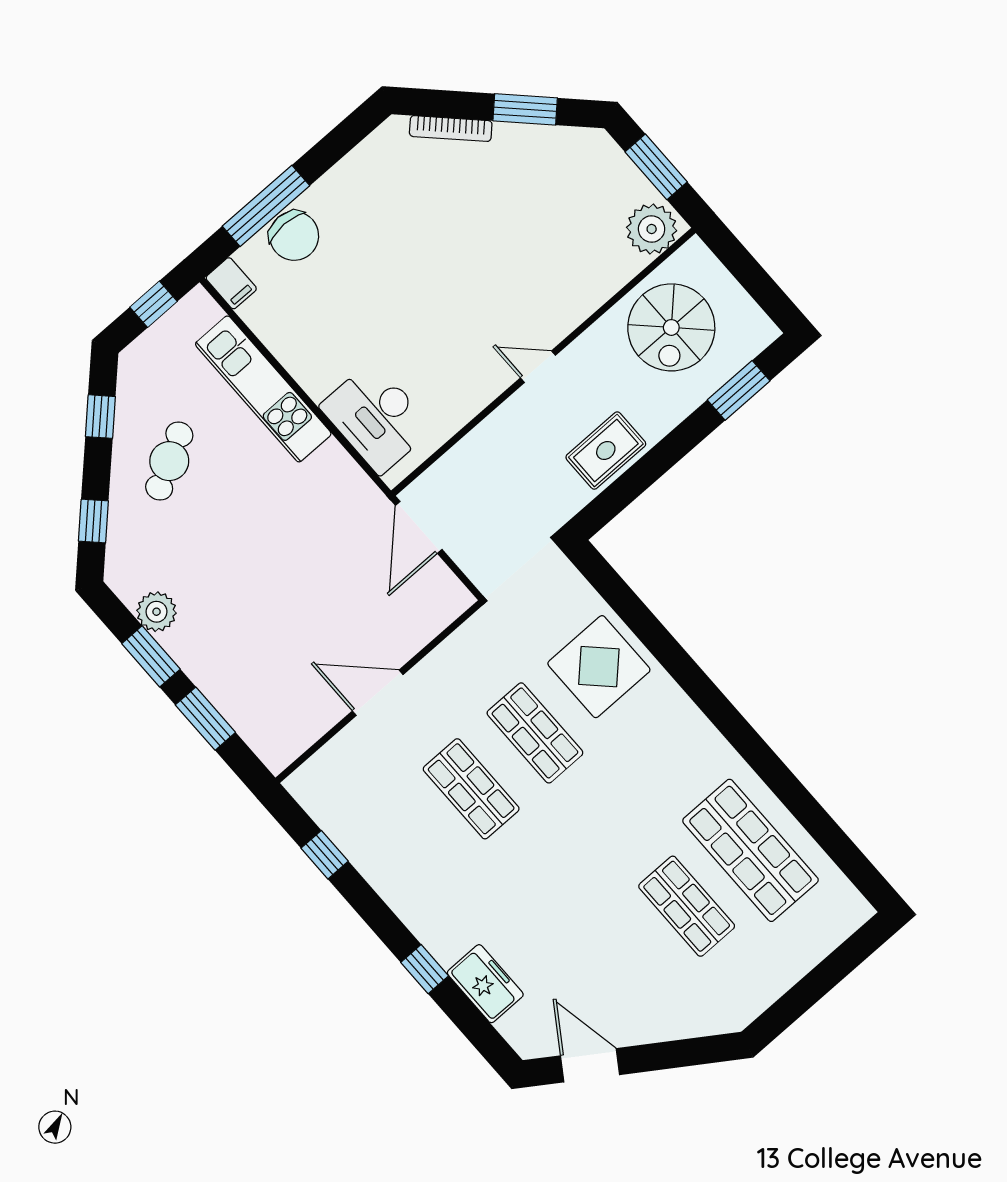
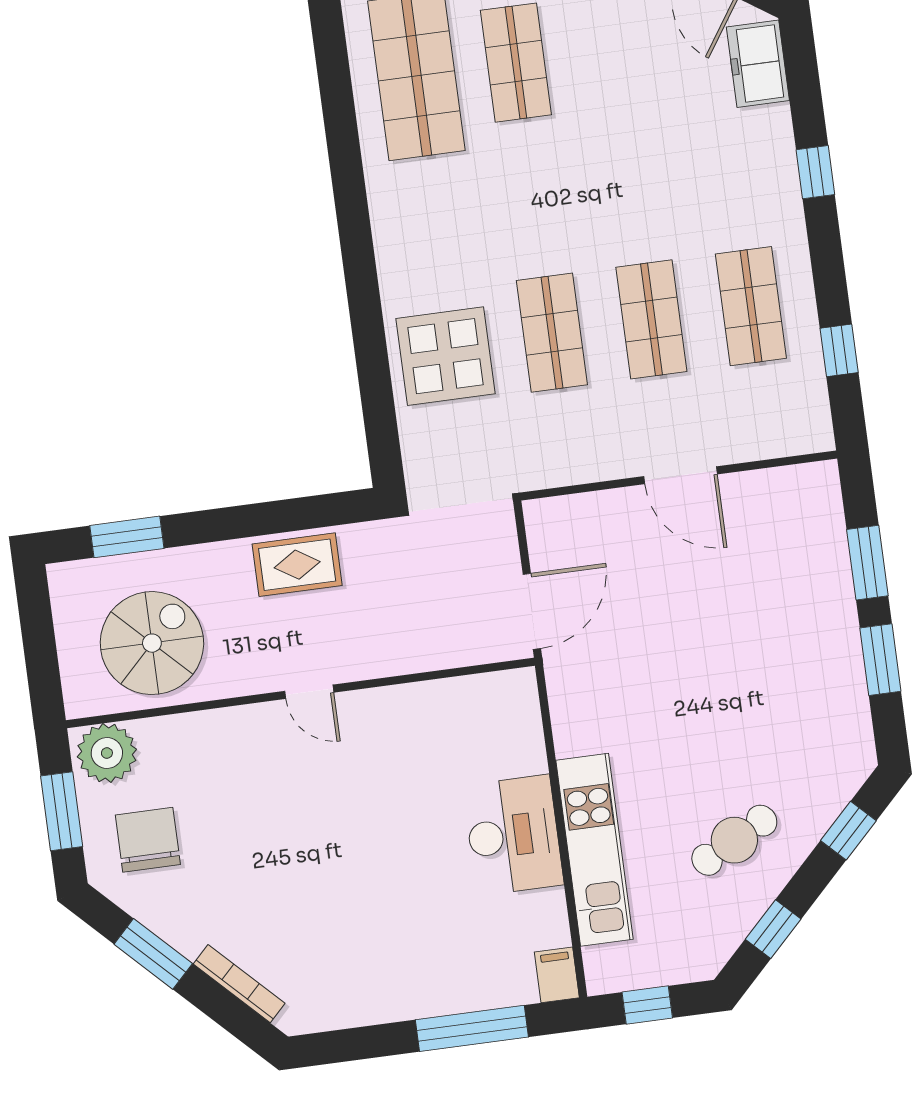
chair: (294, 236) -> (148, 840), moved
desk: (376, 417) -> (513, 835), moved
plant: (157, 612) -> (846, 700), removed
shop shelf: (407, 845) -> (751, 306), added
freezer: (485, 984) -> (758, 64), moved

